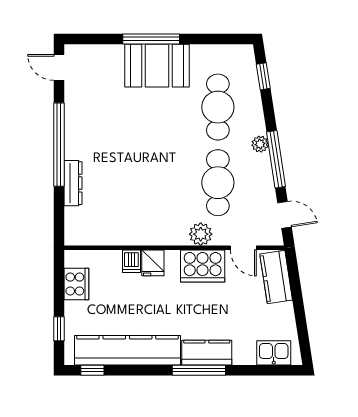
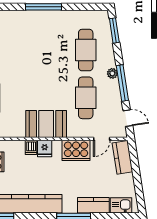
booth: (157, 66) -> (46, 124), moved
window: (263, 76) -> (114, 31), width x1.50
plant: (201, 234) -> (75, 130), removed
door: (243, 248) -> (102, 139), hinge flipped
kitchen counter: (207, 353) -> (93, 205), moved

